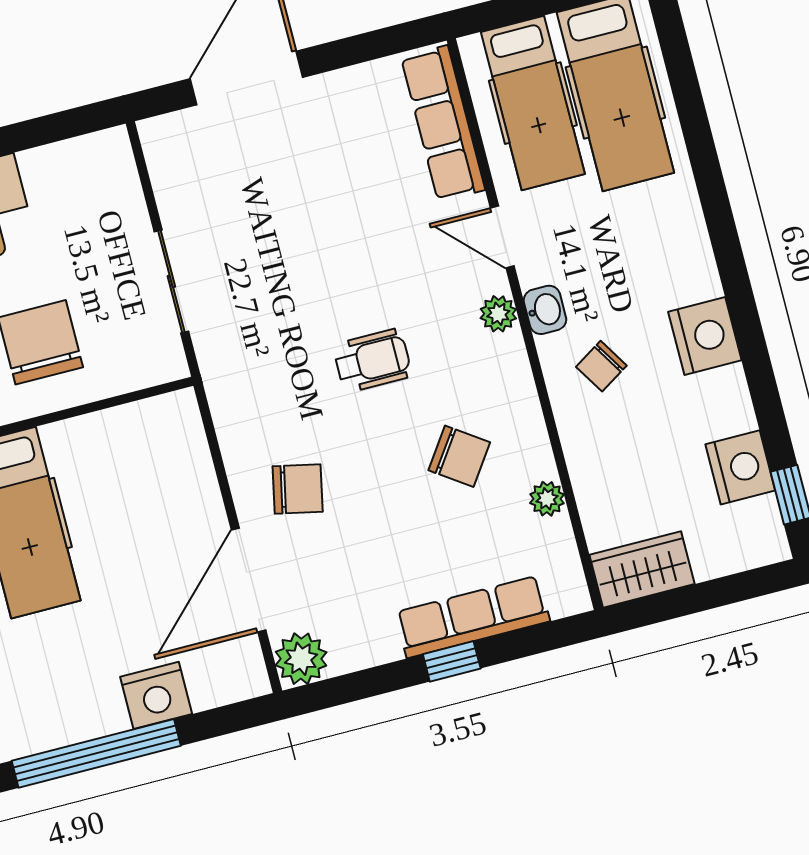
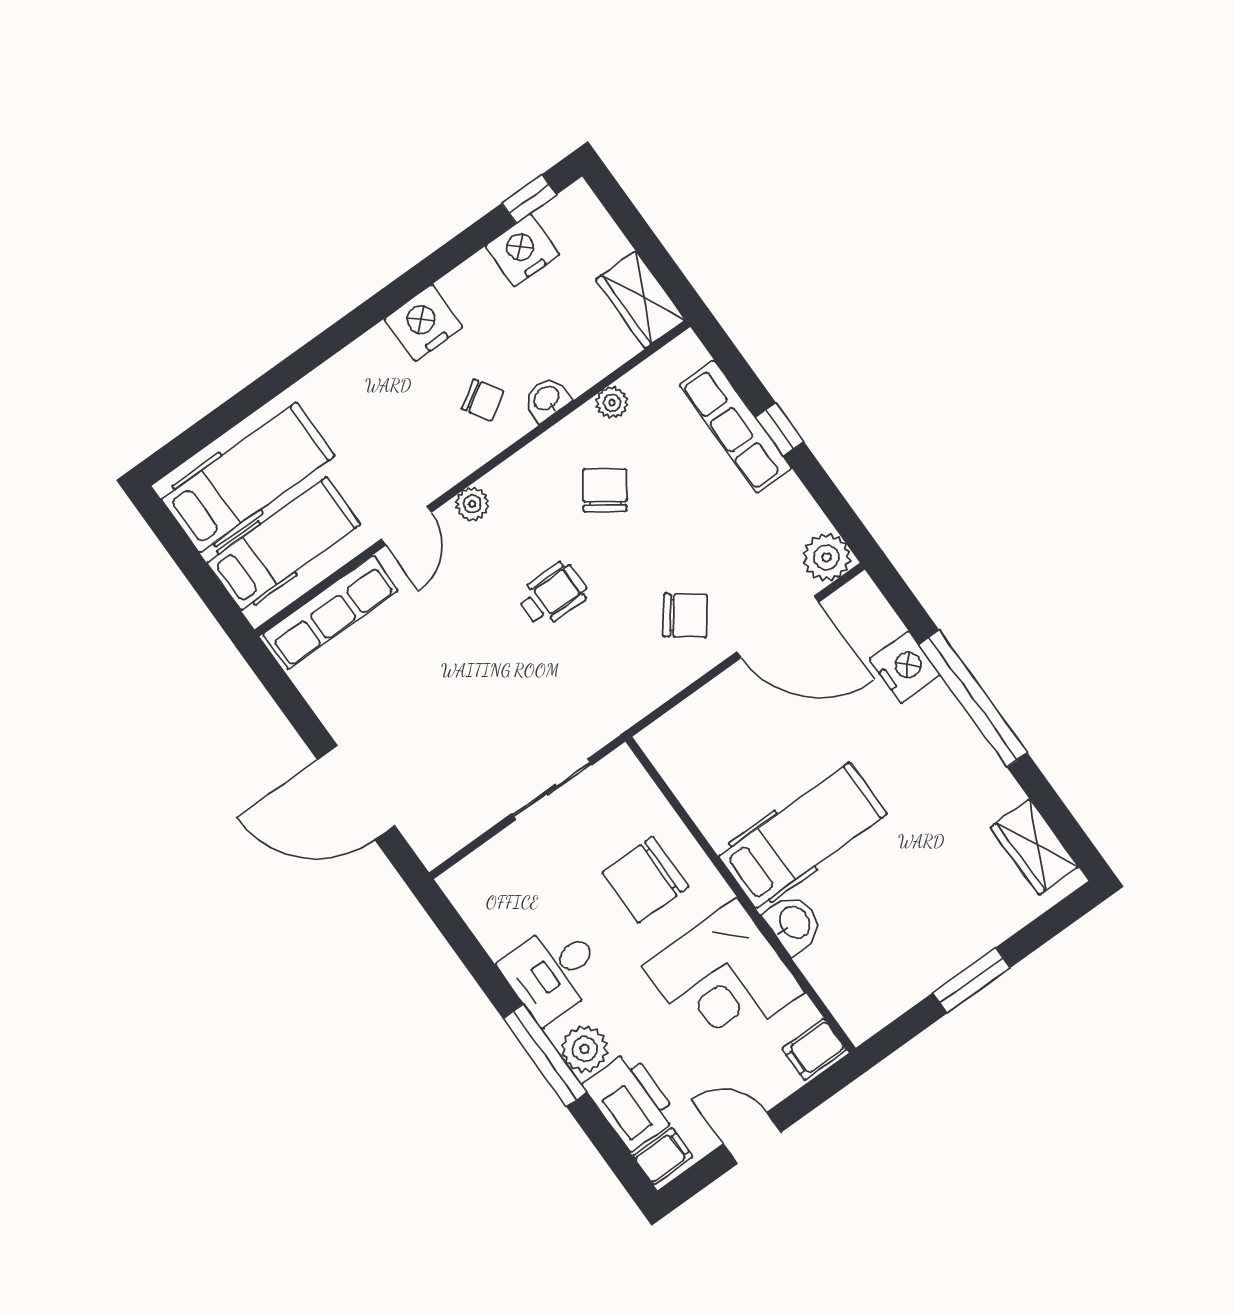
washbasin: (545, 310) -> (547, 399), moved
wheelchair: (372, 361) -> (553, 595), turned 90
chair: (298, 489) -> (685, 615), turned 115

